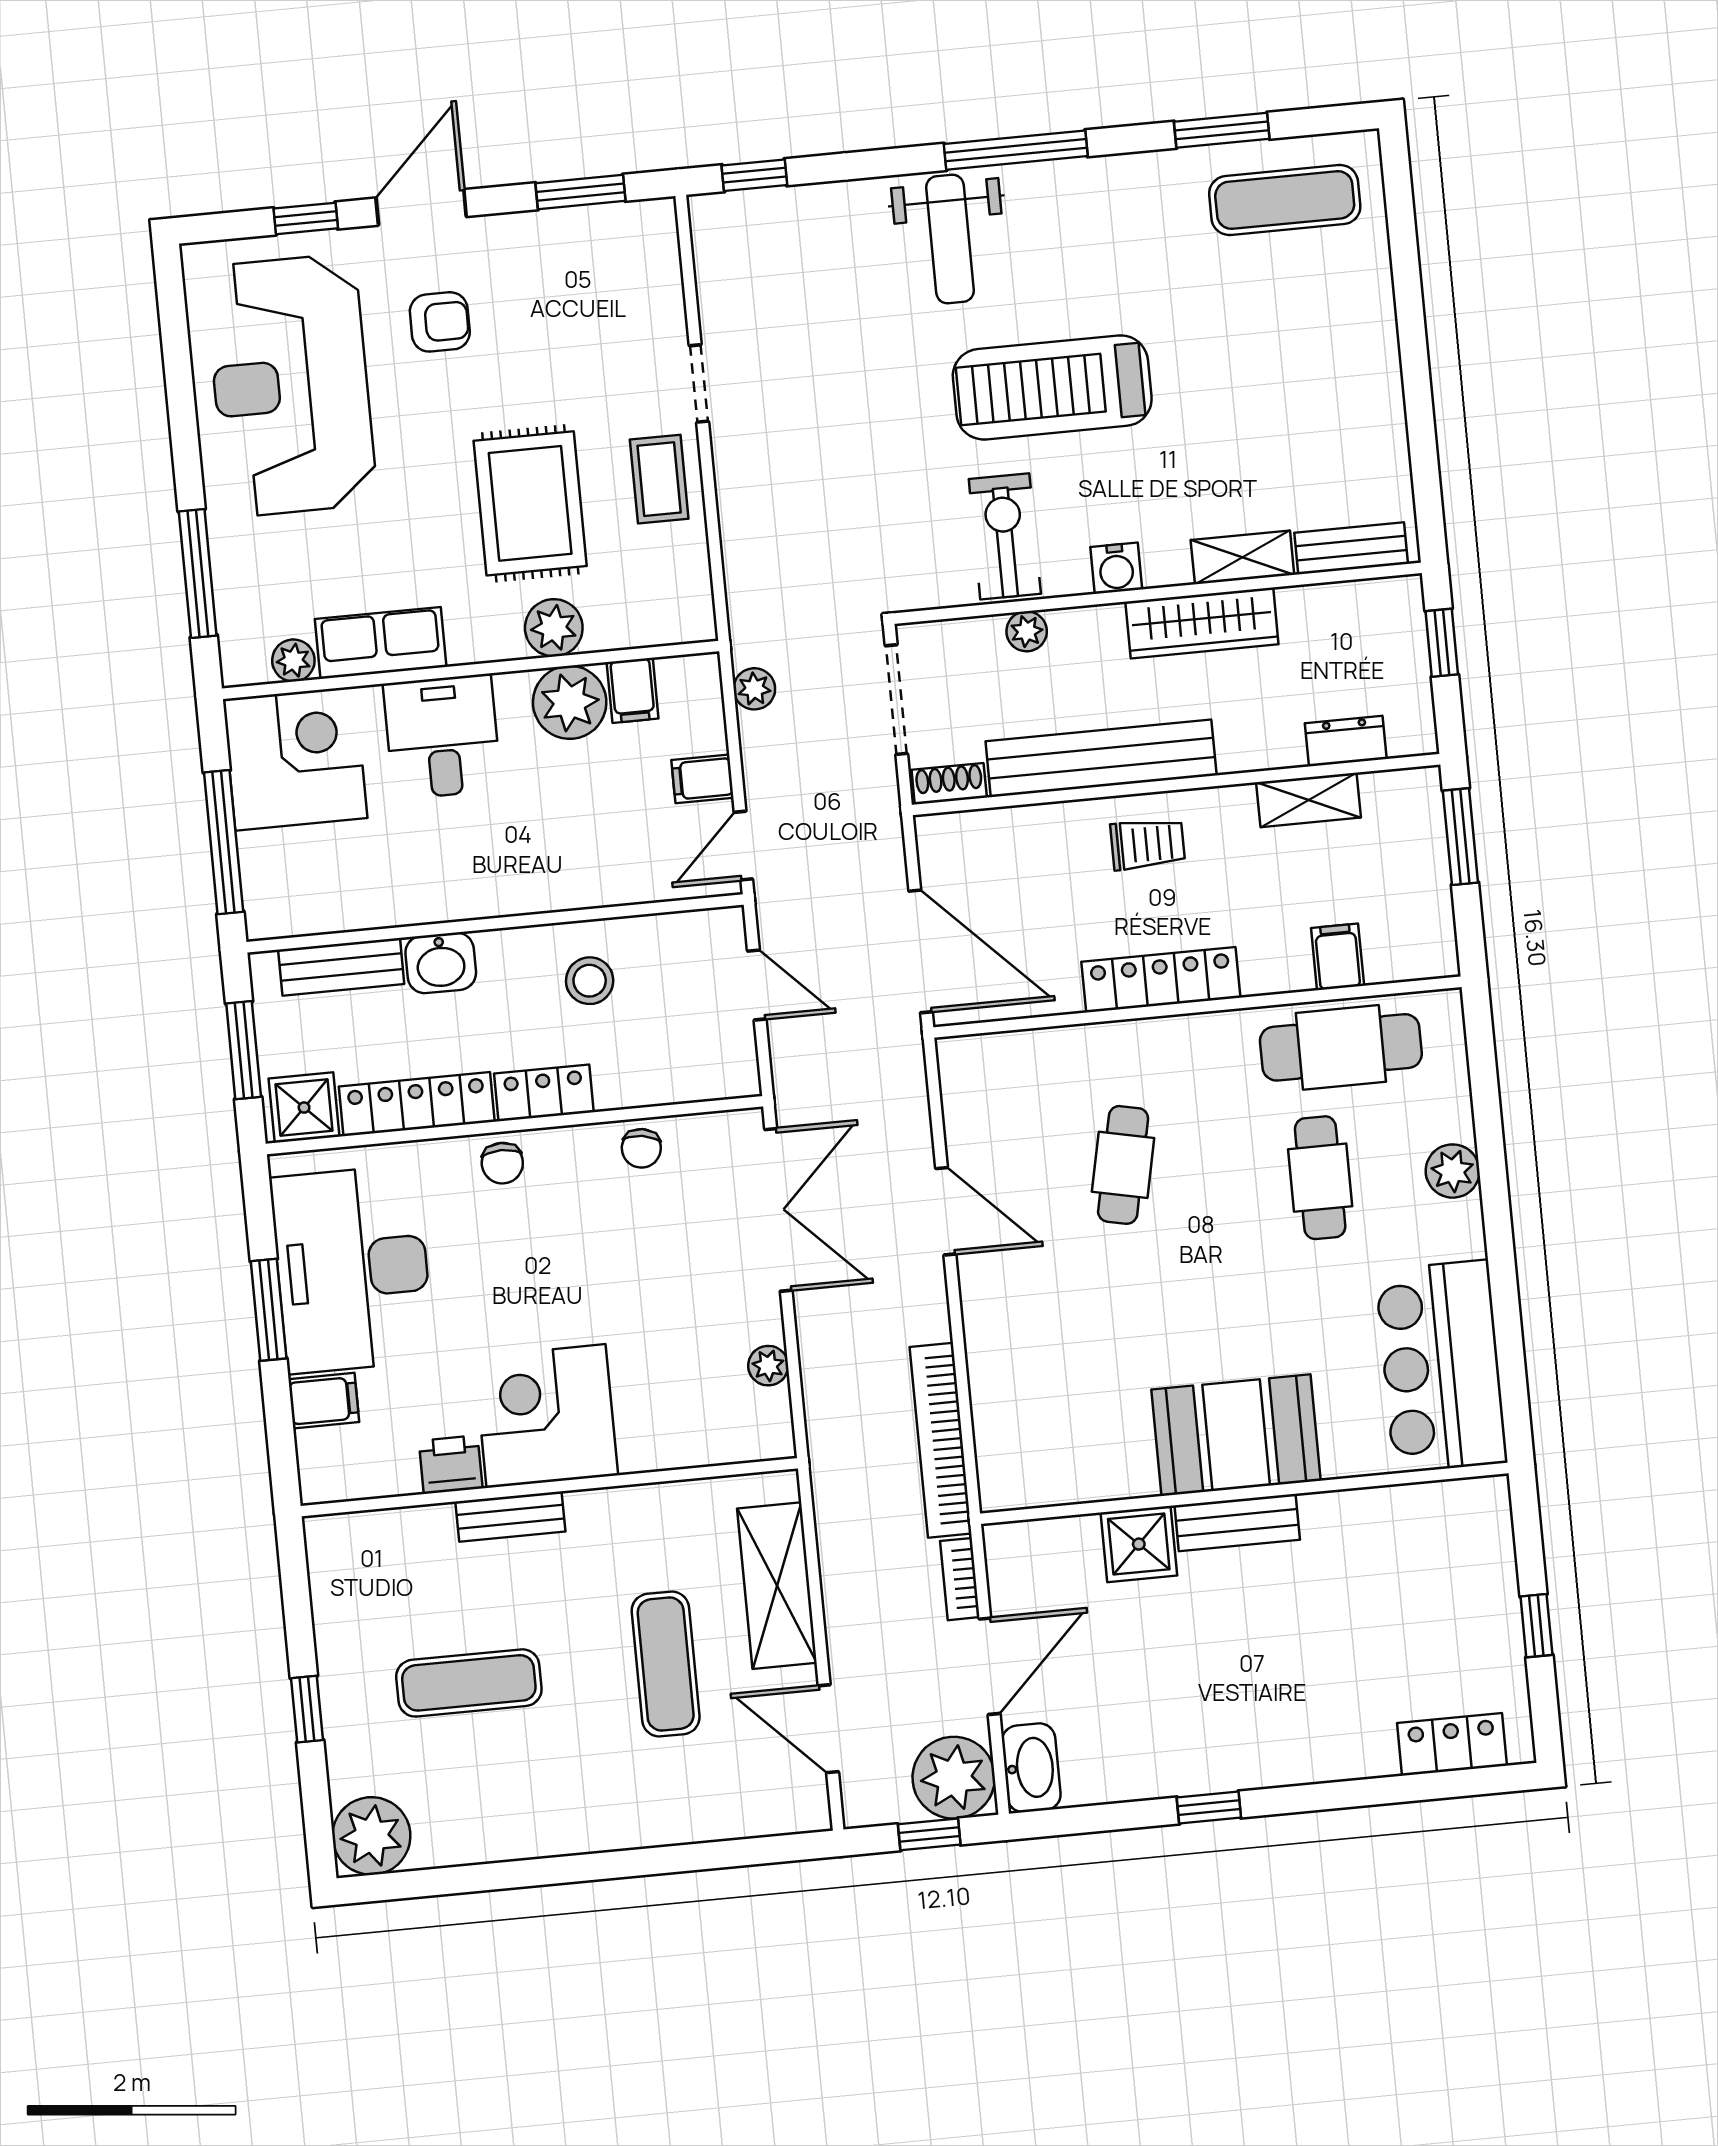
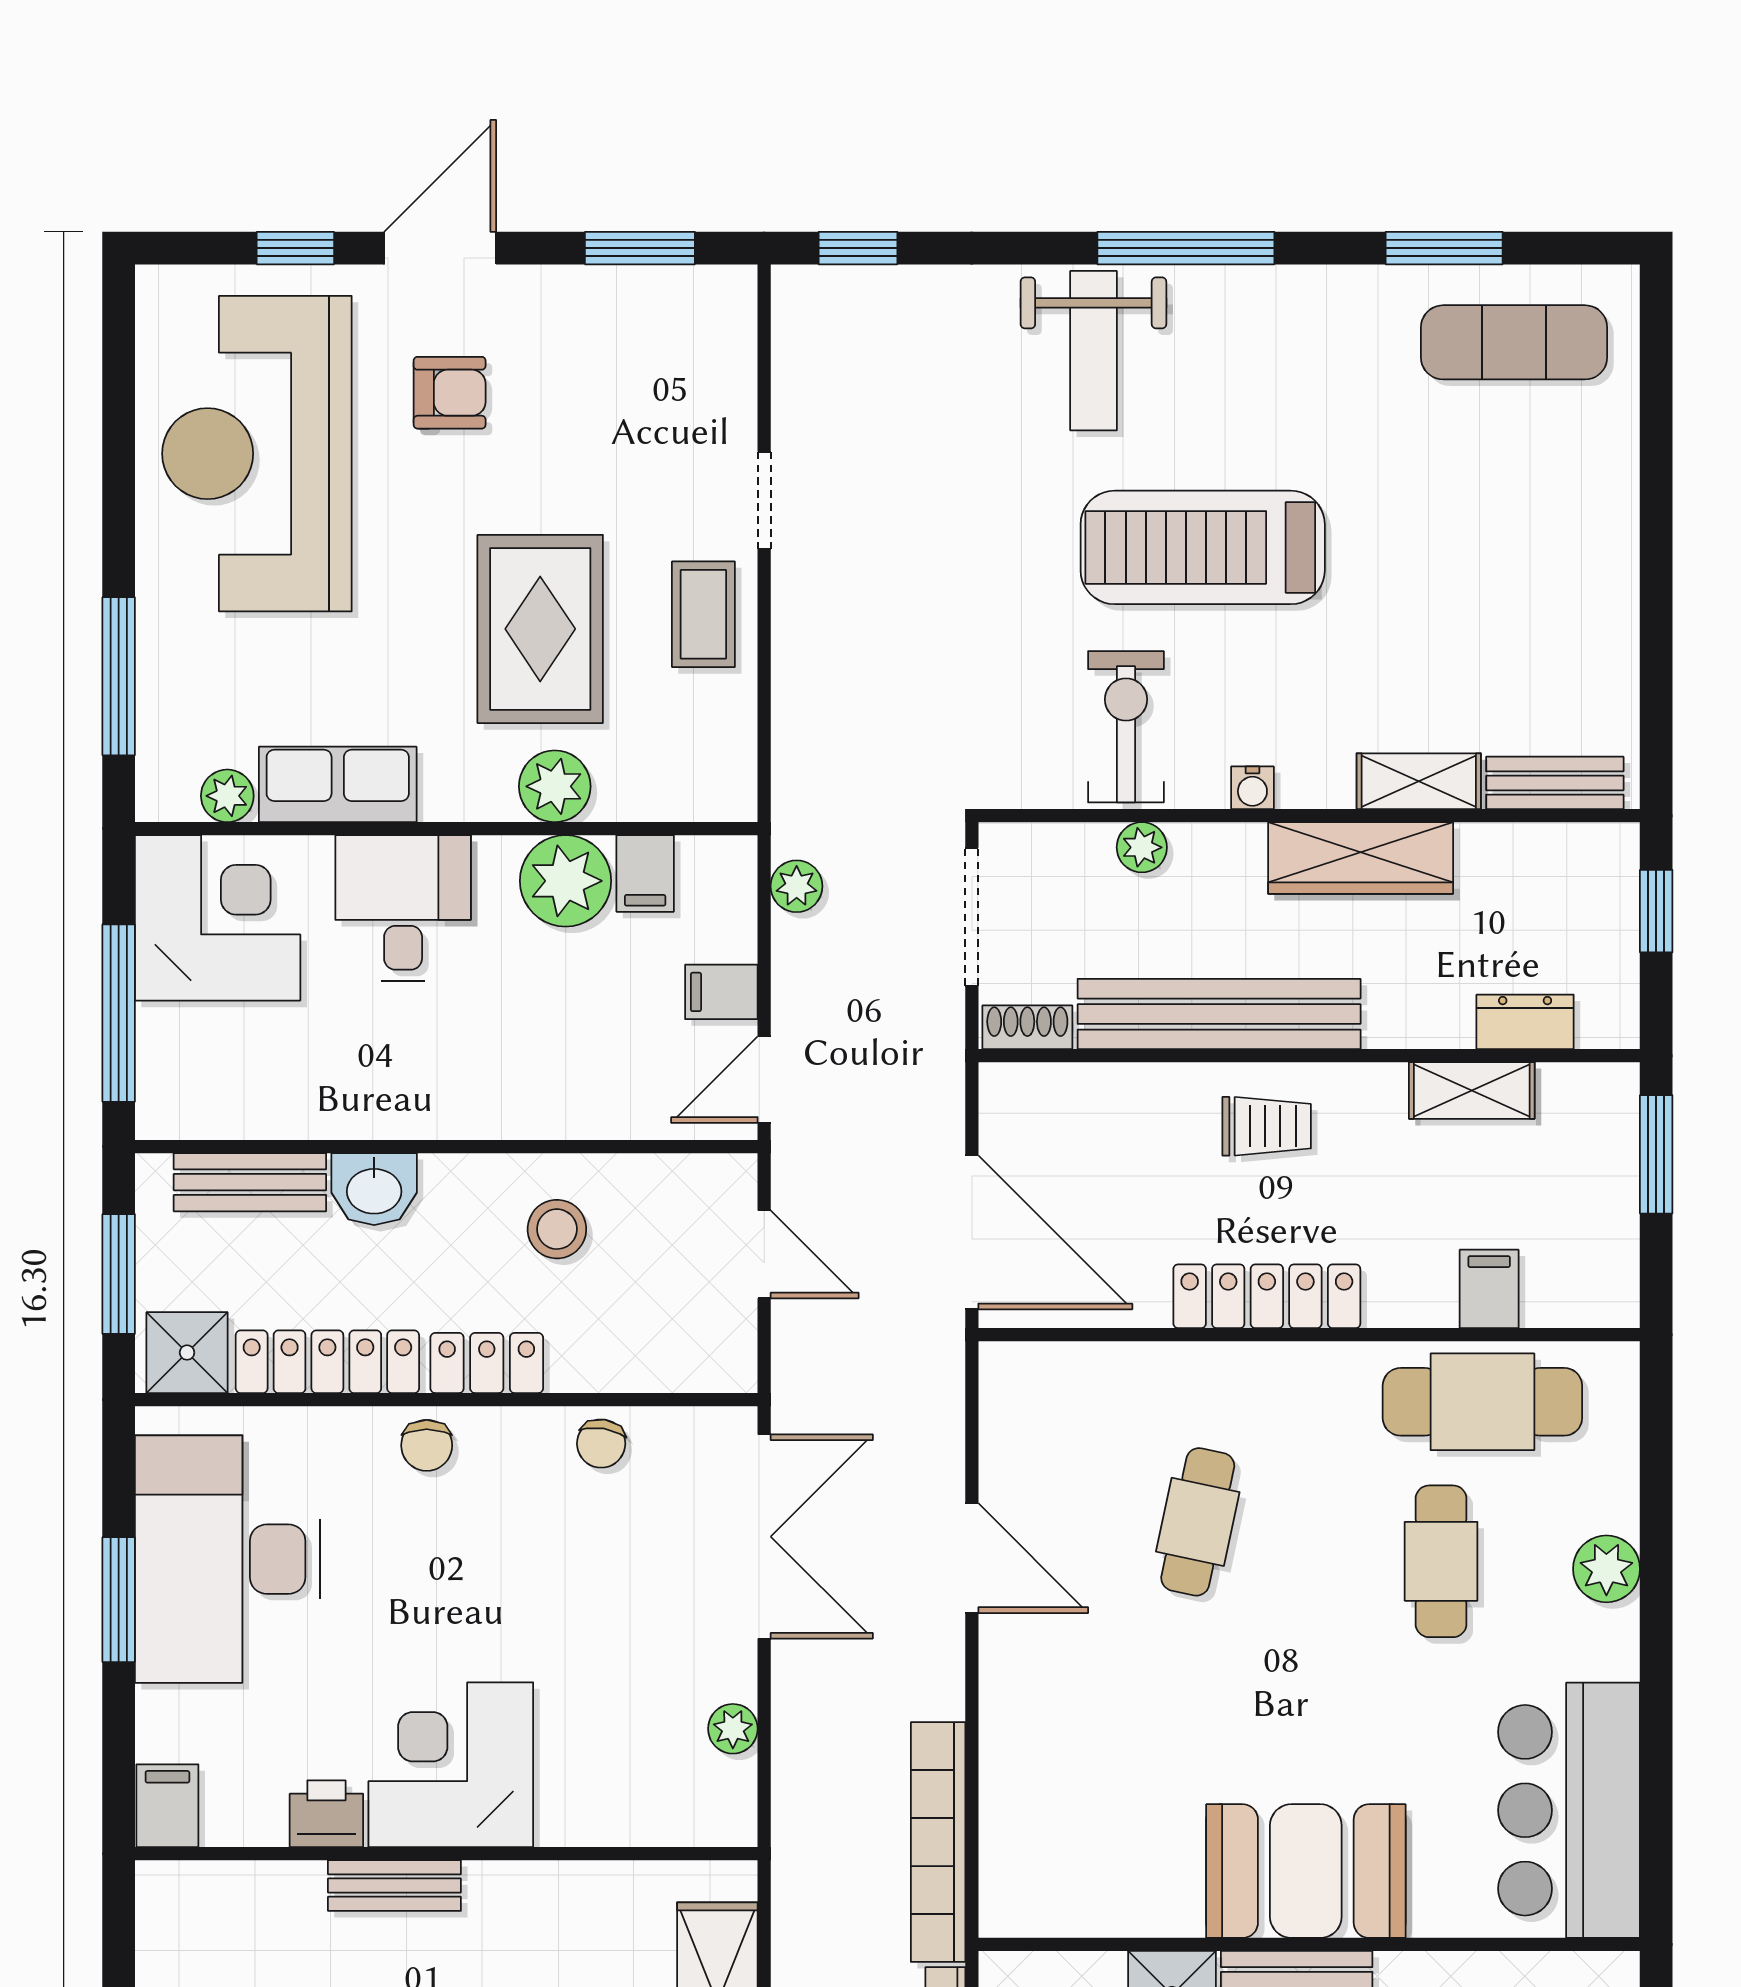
water cooler: (1116, 568) -> (1252, 788), width x0.72, depth x0.72
filing cabinet: (324, 1401) -> (167, 1806), moved, turned -90

